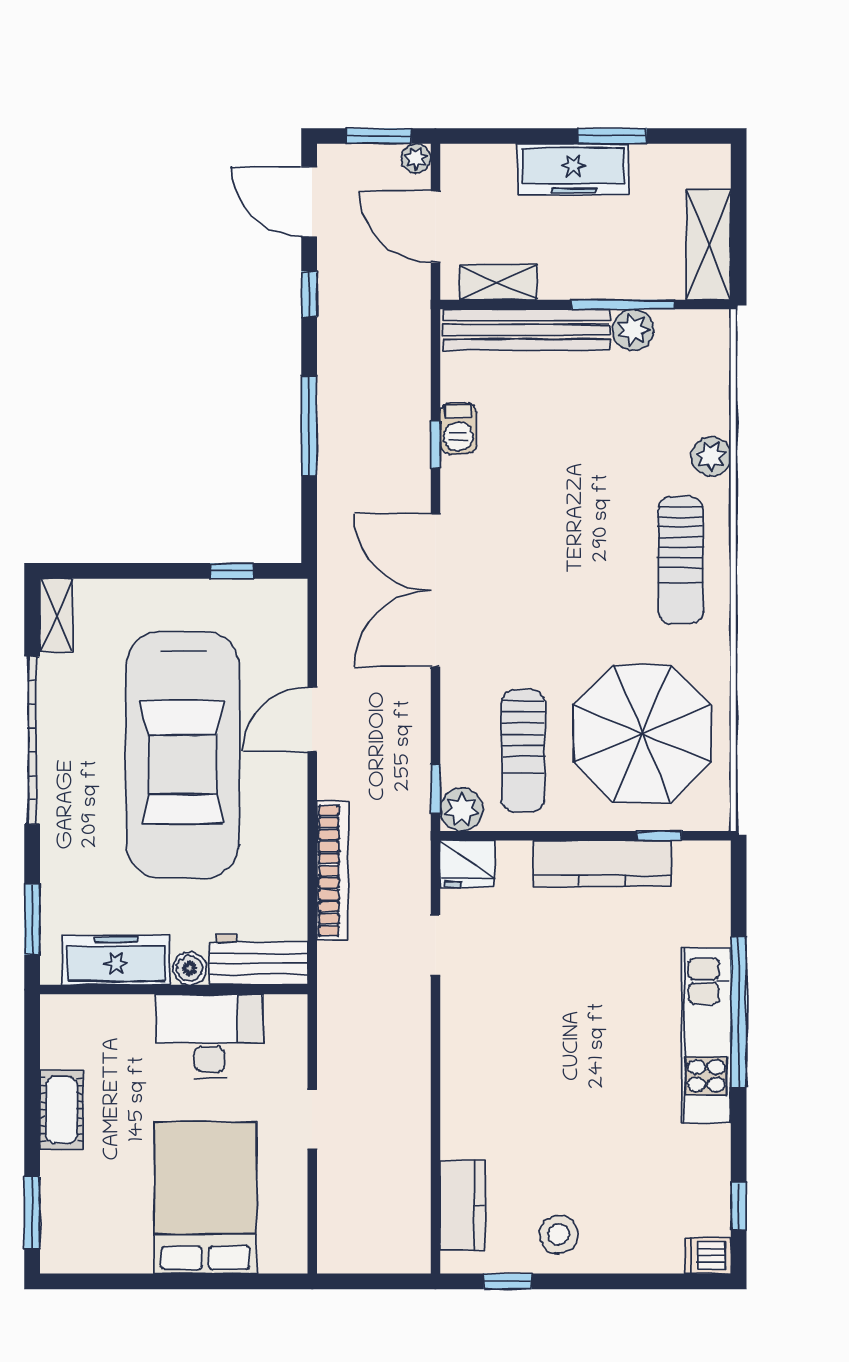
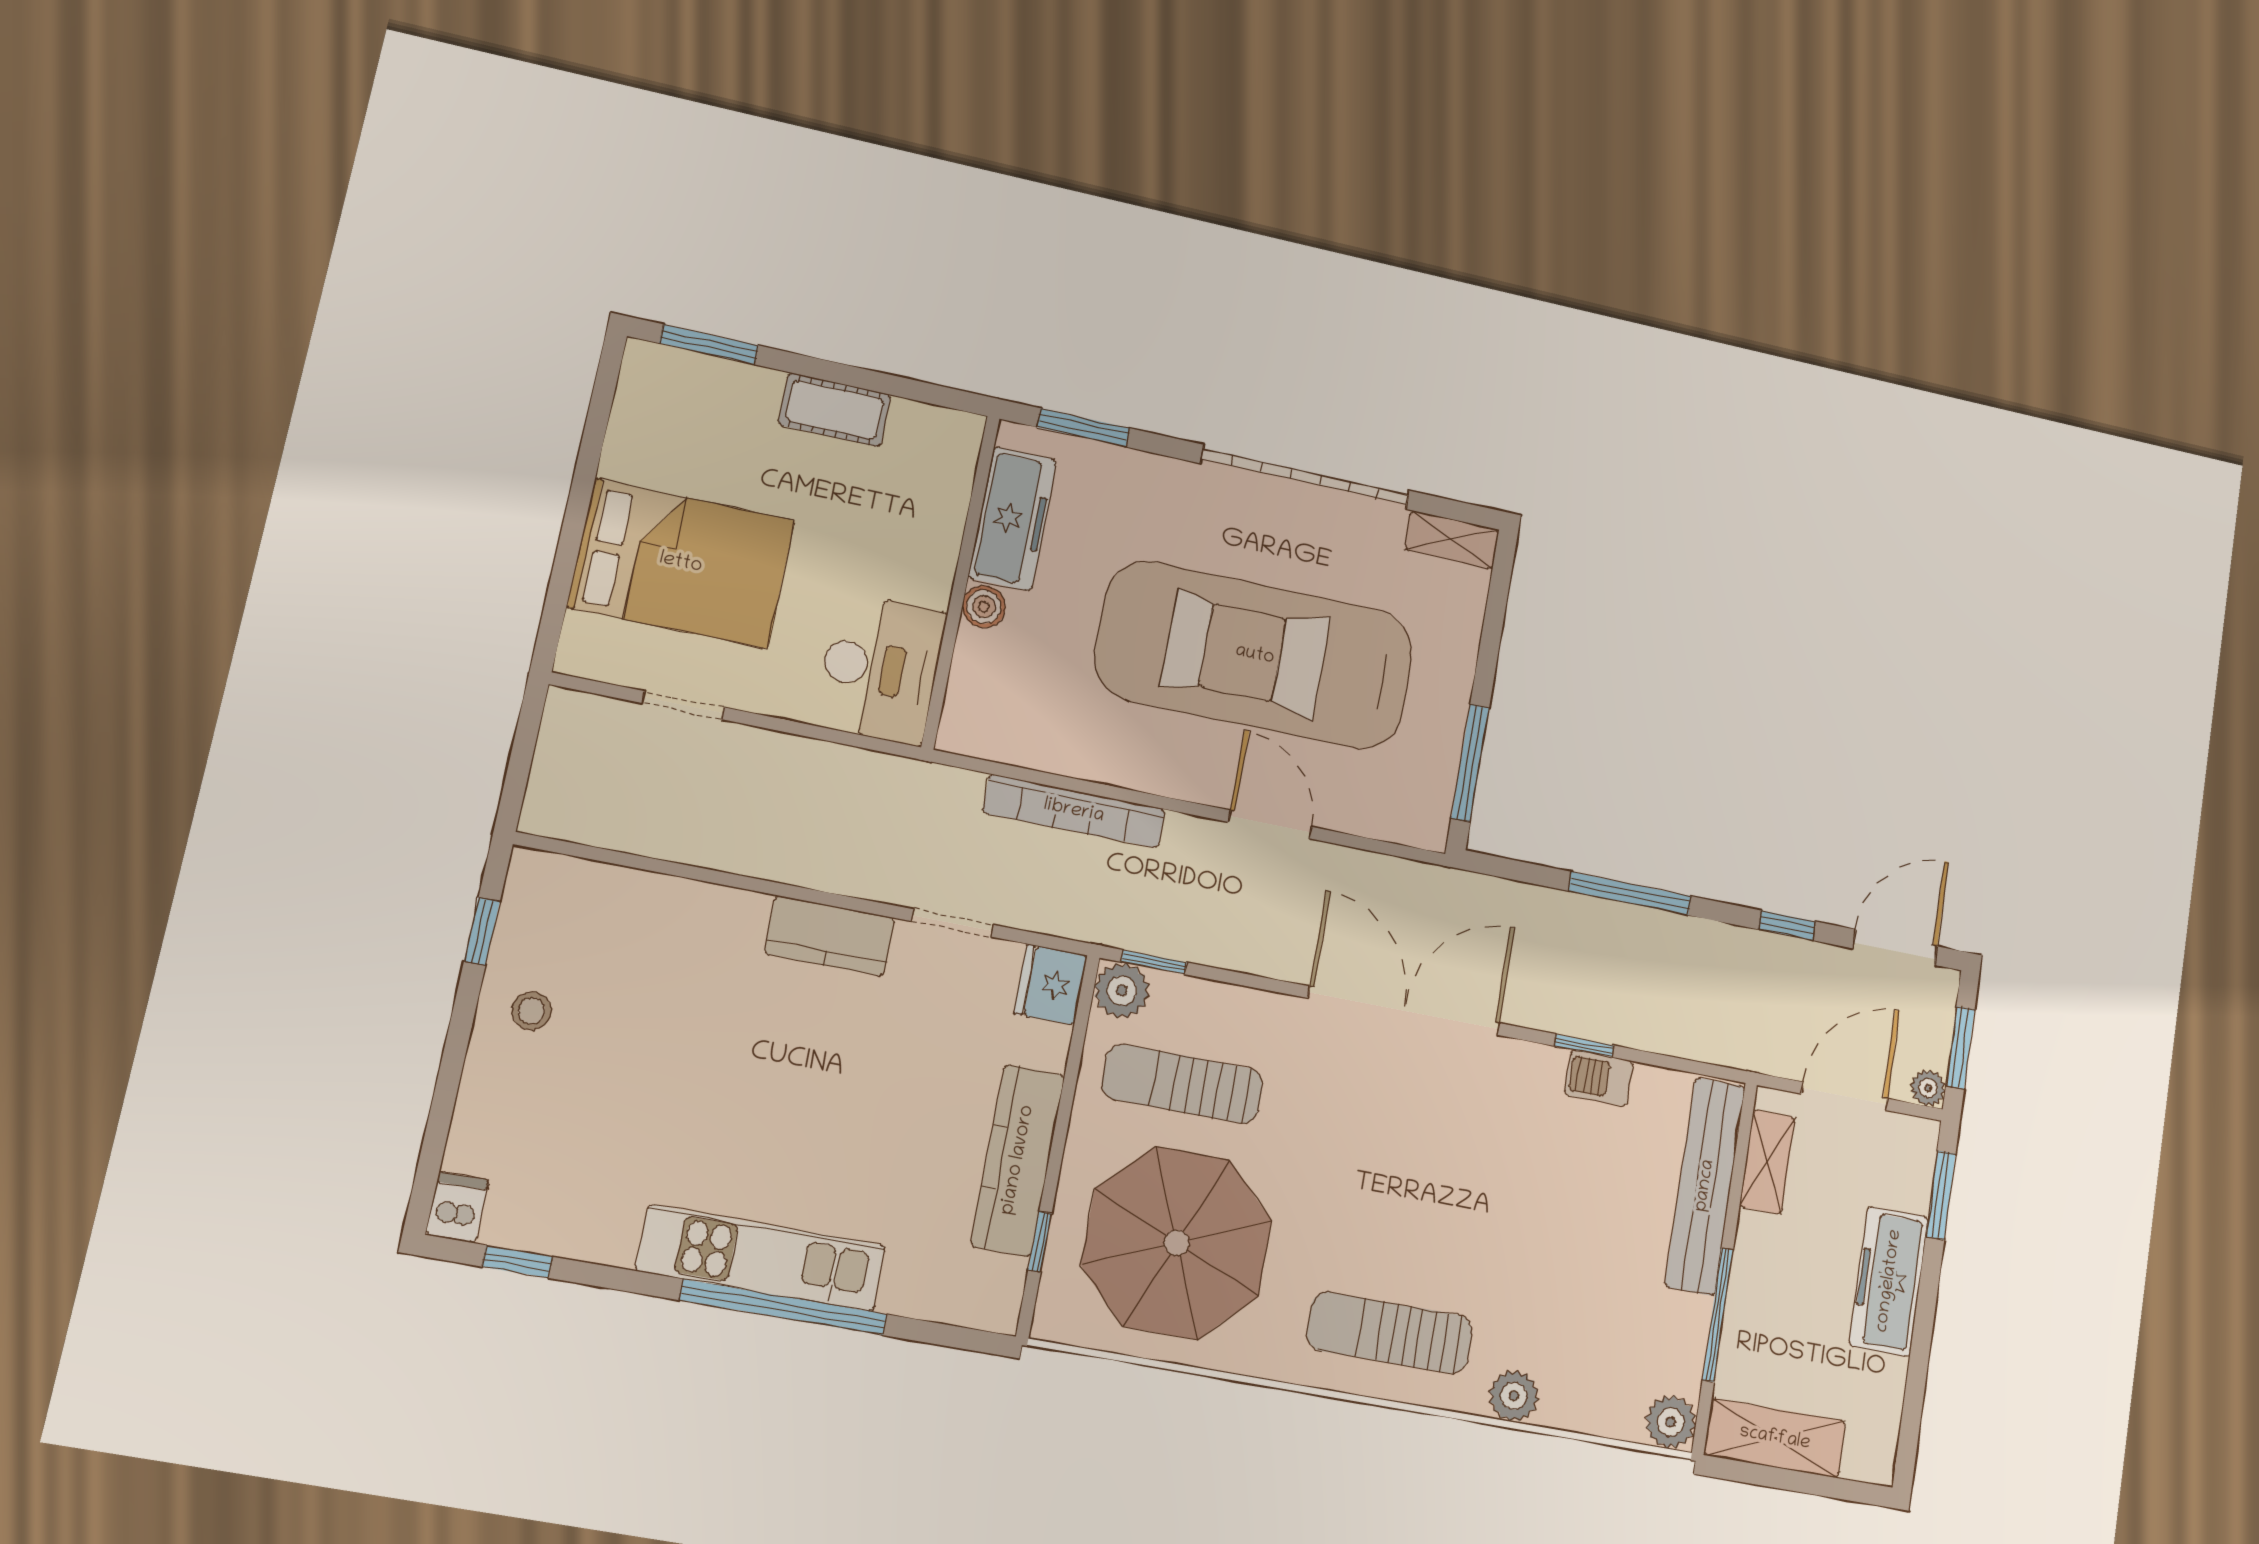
window: (612, 136) -> (1941, 1195), moved
plant: (633, 330) -> (1671, 1422), moved
window: (232, 571) -> (1470, 763), width x2.17
workbench: (258, 960) -> (978, 695), removed
desk: (209, 1036) -> (880, 669), moved
doorway: (312, 1119) -> (683, 705), moved
kitchen counter: (463, 1205) -> (830, 936), moved
stool: (559, 1234) -> (532, 1011), width x0.73, depth x0.73

